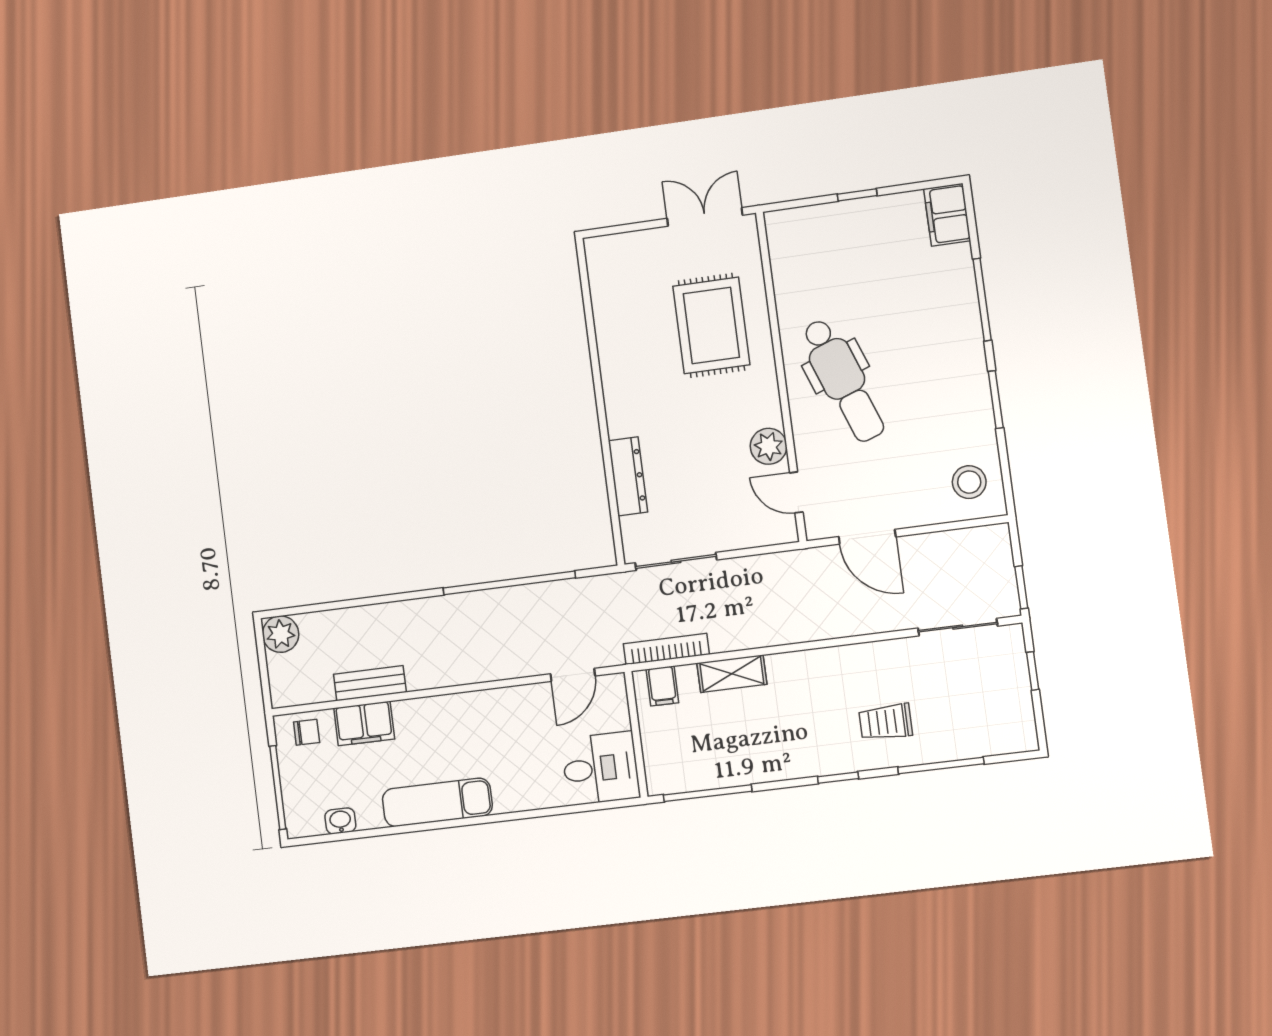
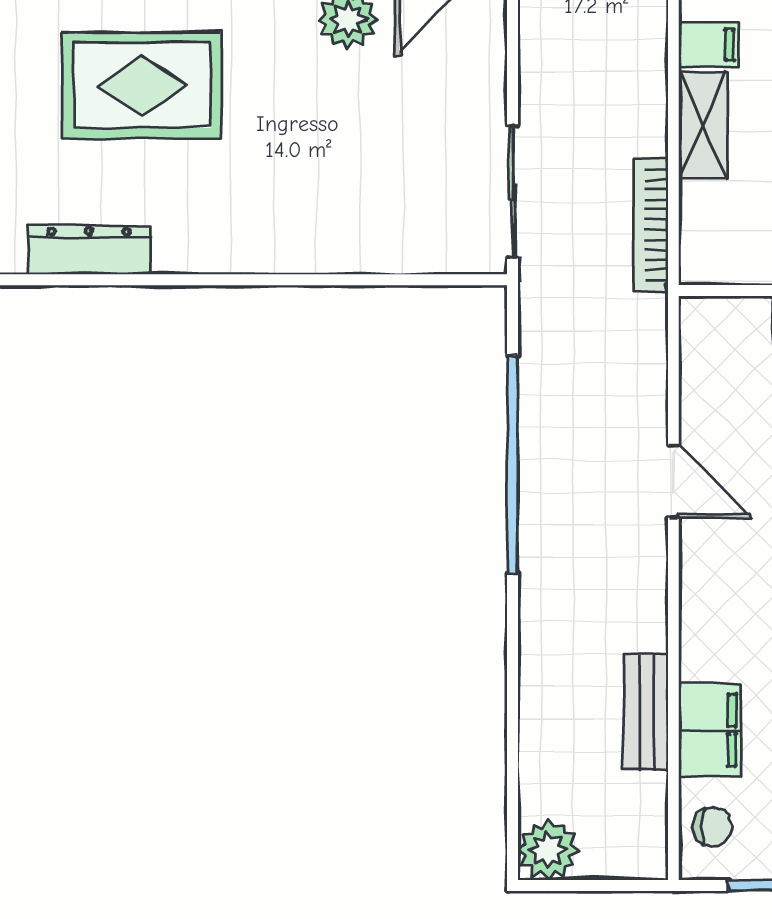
dresser: (628, 476) -> (89, 250), moved
door: (573, 675) -> (673, 481), moved
filing cabinet: (662, 686) -> (709, 45), moved
chair: (307, 732) -> (713, 827), turned 90

